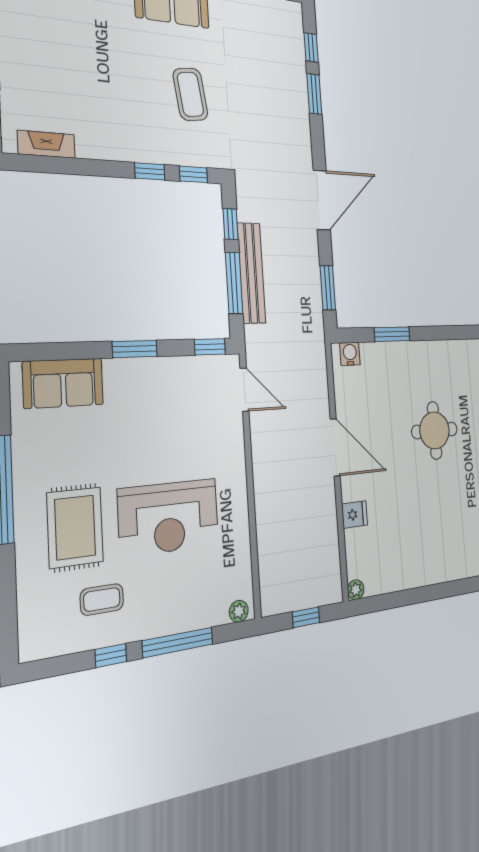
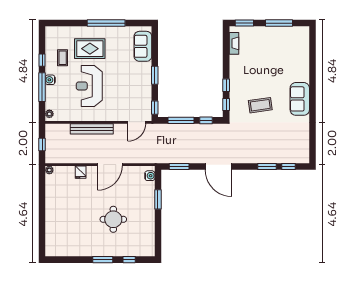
bench: (251, 273) -> (92, 129), moved
water cooler: (159, 624) -> (50, 80), added

